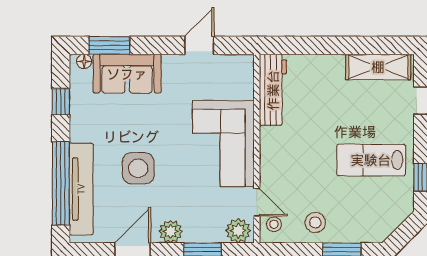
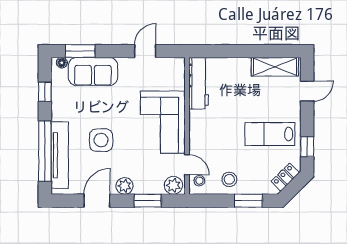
locker: (392, 219) -> (285, 177), added

